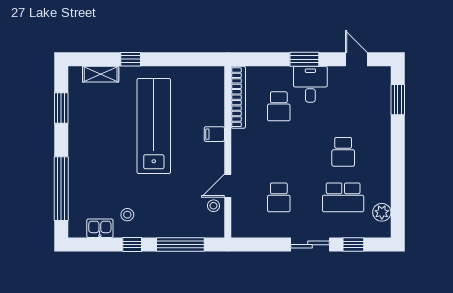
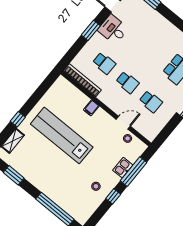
desk: (310, 84) -> (113, 29), moved
school desk: (343, 152) -> (127, 82), moved
door: (228, 186) -> (123, 123), swing flipped
kitchen sink: (100, 228) -> (123, 168), moved

